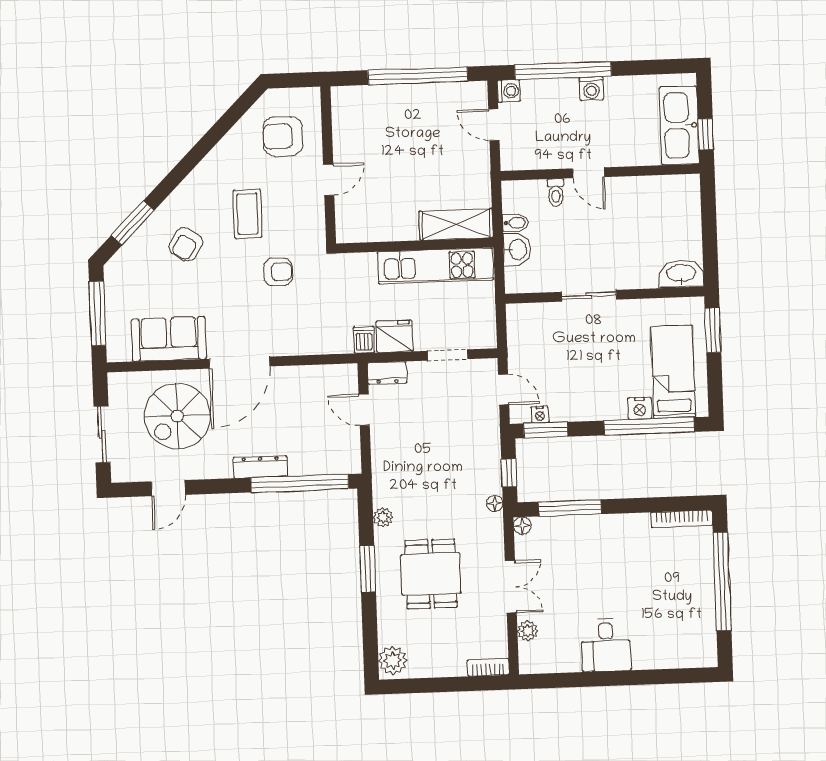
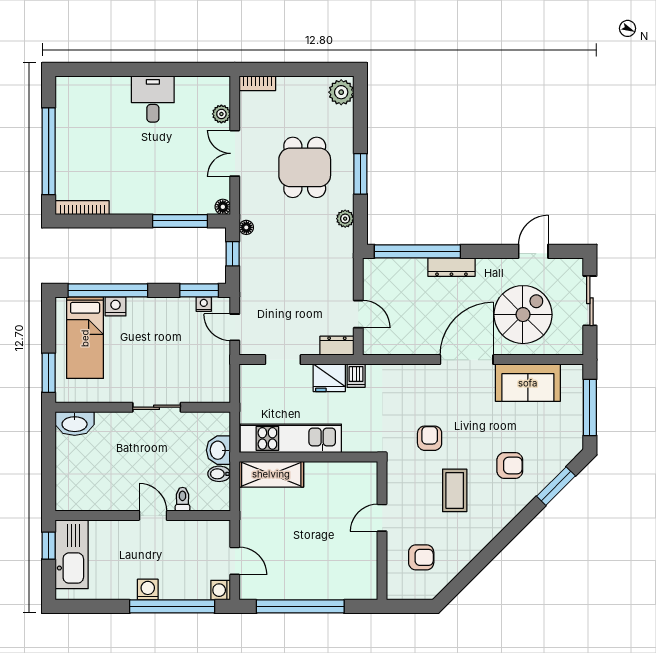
armchair: (283, 136) -> (421, 557), width x0.72, depth x0.72
armchair: (186, 244) -> (510, 465), turned 58
armchair: (278, 272) -> (430, 438), turned 90

